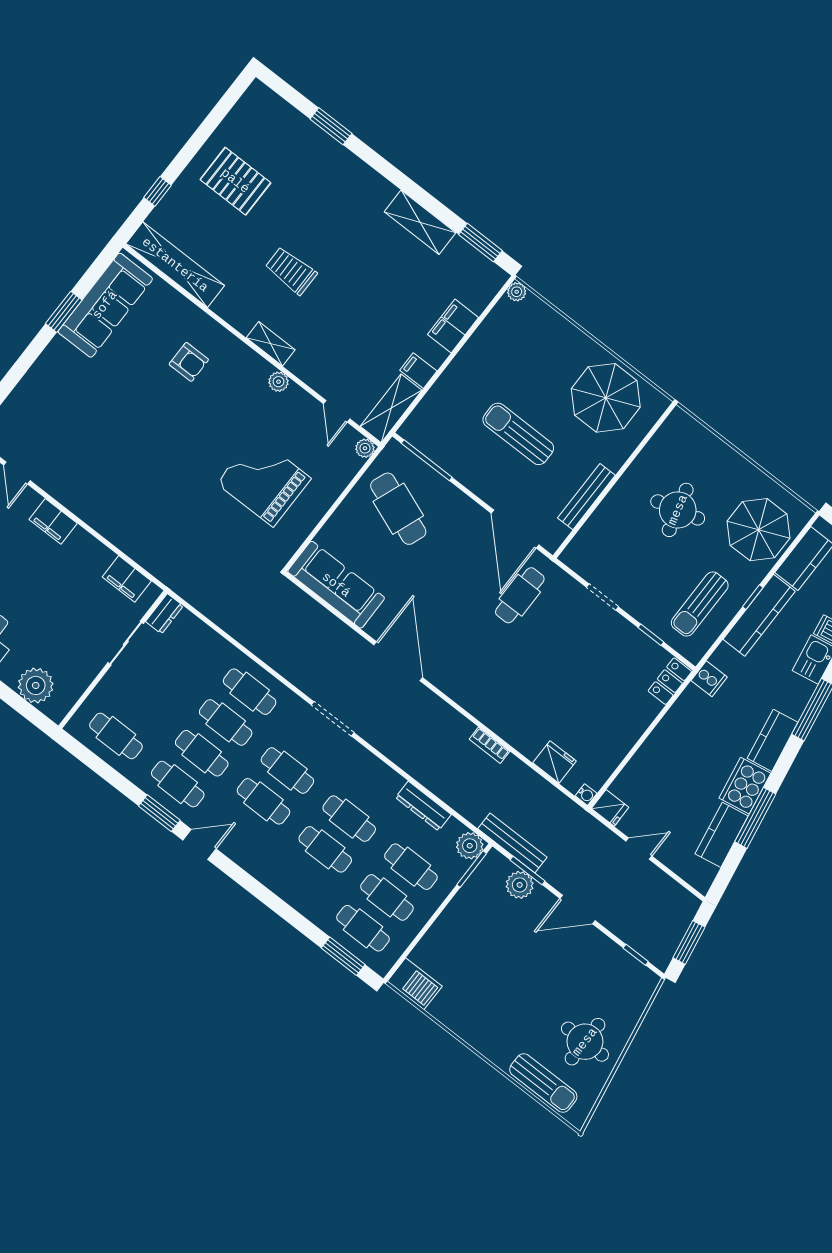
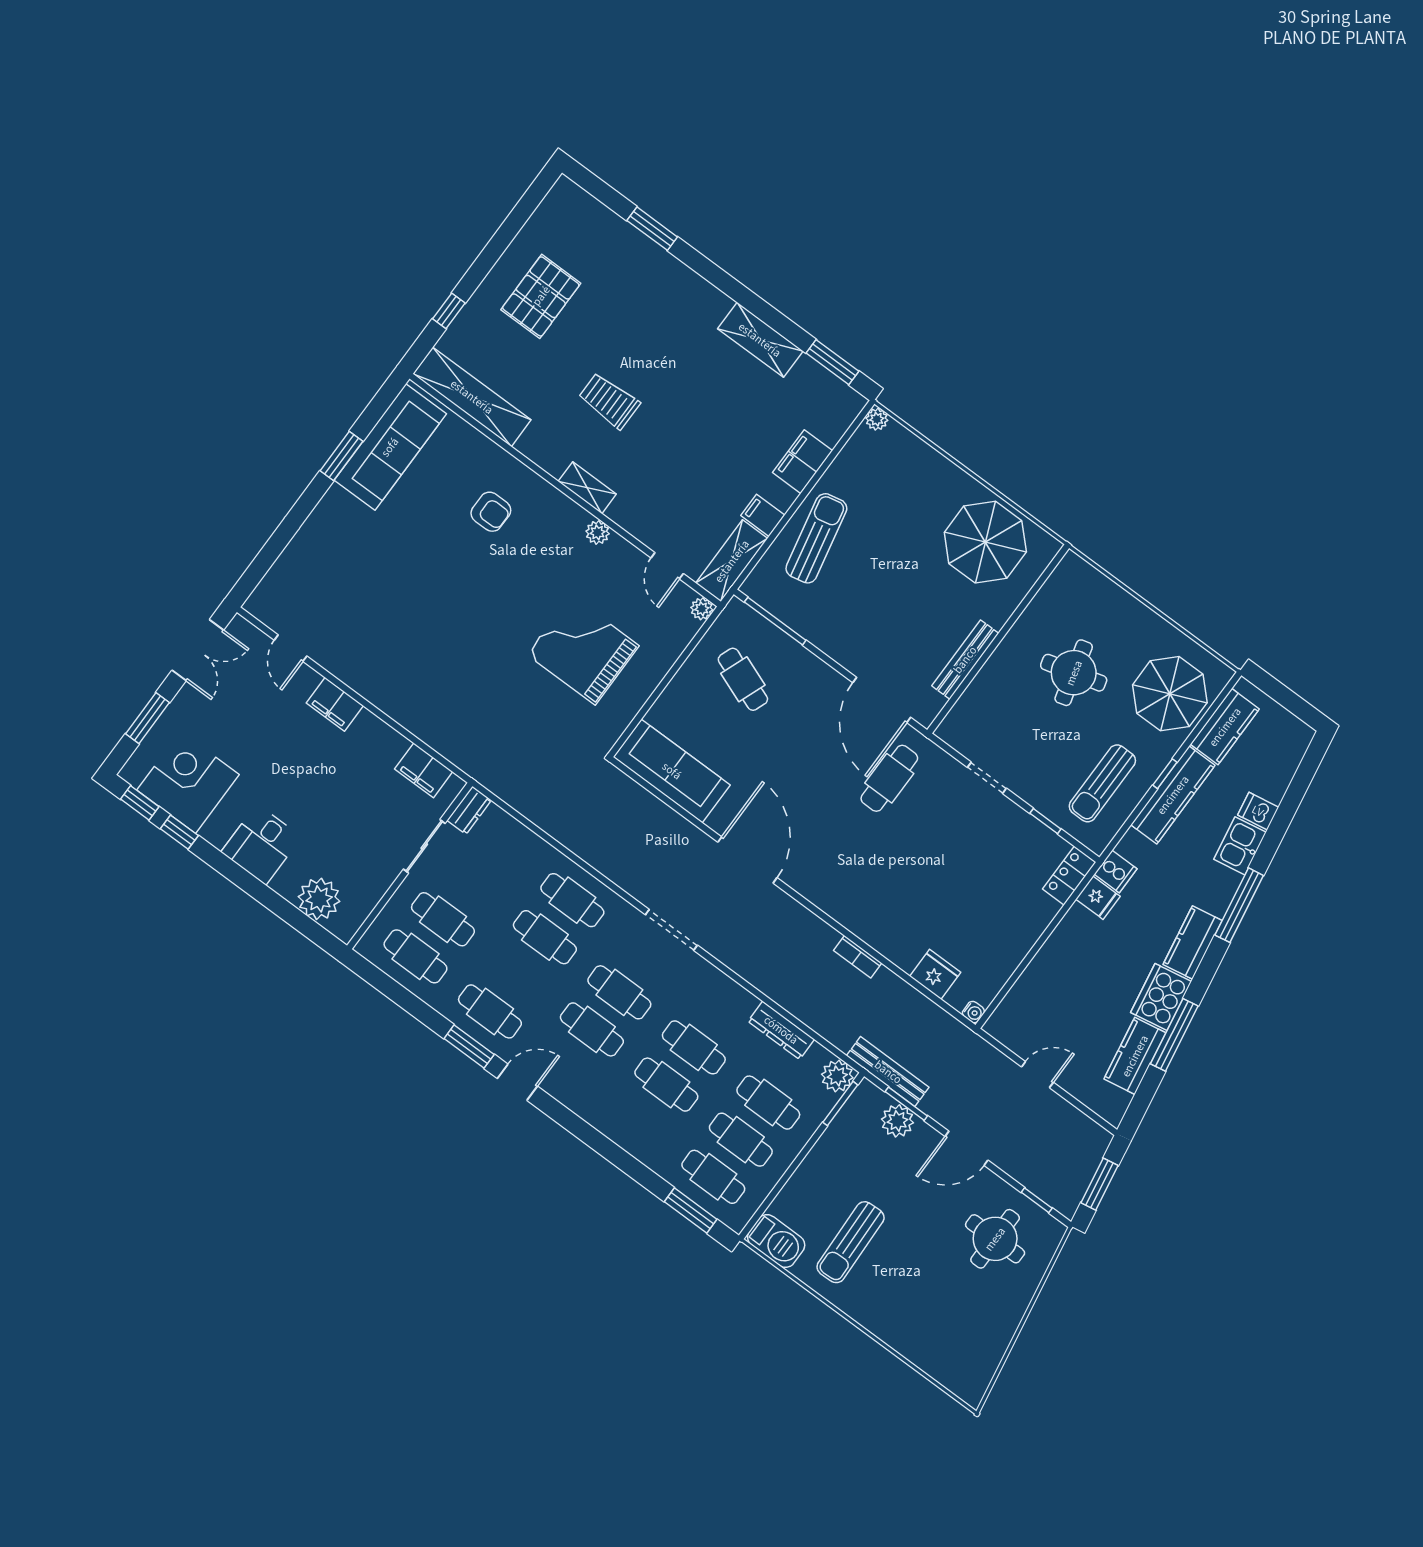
pallet: (235, 181) -> (541, 296), turned 90
sun lounger: (518, 434) -> (816, 538), moved, turned 78
cafe table: (398, 509) -> (743, 679), width x0.73, depth x0.74
cafe table: (202, 753) -> (443, 919), moved
fridge: (610, 808) -> (1098, 898), moved
round table: (585, 1042) -> (995, 1239), moved
sun lounger: (543, 1083) -> (851, 1242), moved, turned 88

